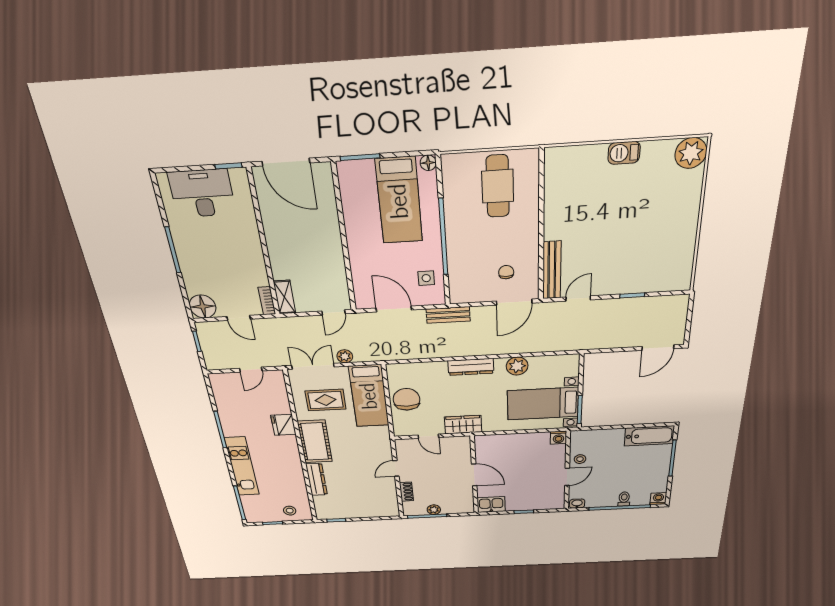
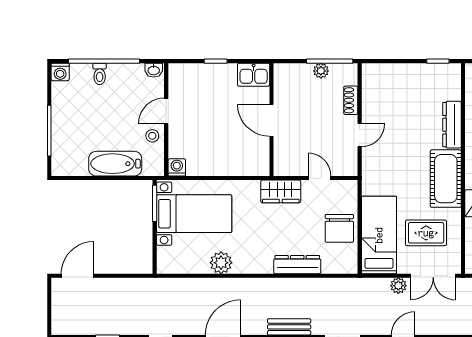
dresser: (471, 367) -> (297, 265), moved
bathtub: (649, 436) -> (115, 164), moved

